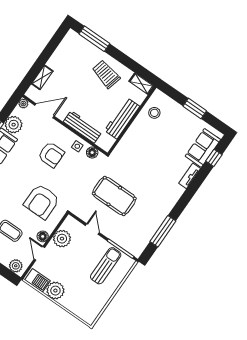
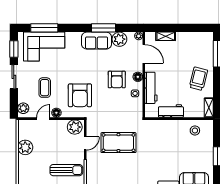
workbench: (122, 119) -> (171, 111), width x0.73
floor lamp: (92, 153) -> (138, 77), moved
pool table: (114, 196) -> (118, 143), turned 90
armchair: (42, 202) -> (80, 95), turned -90
plant: (62, 239) -> (75, 127), moved
barbecue: (38, 280) -> (24, 130), removed

